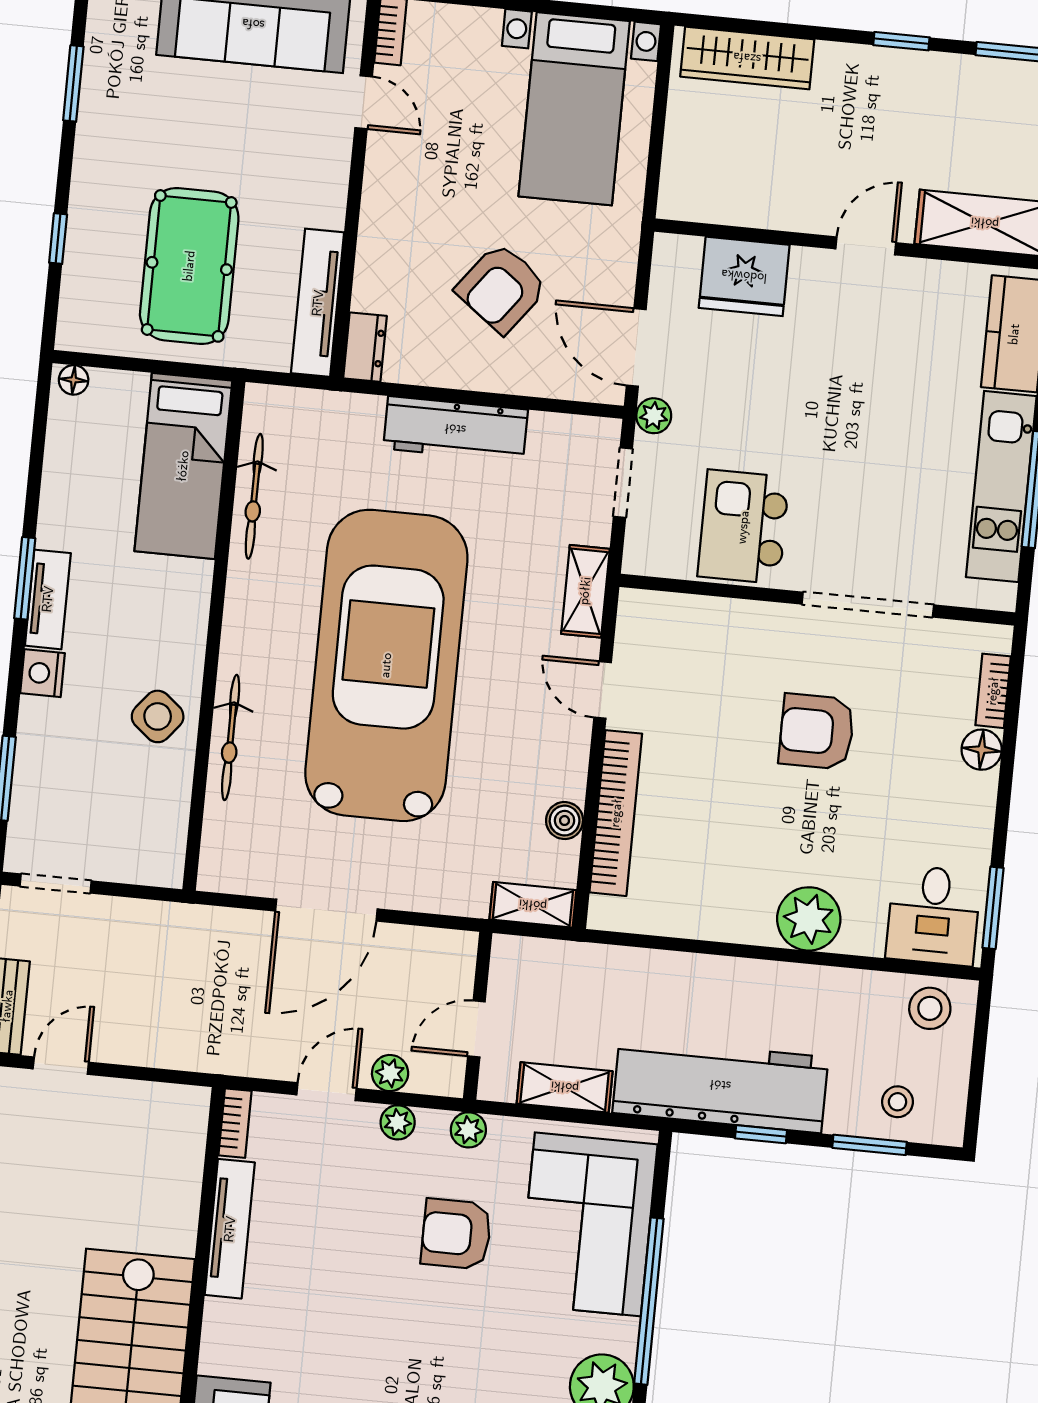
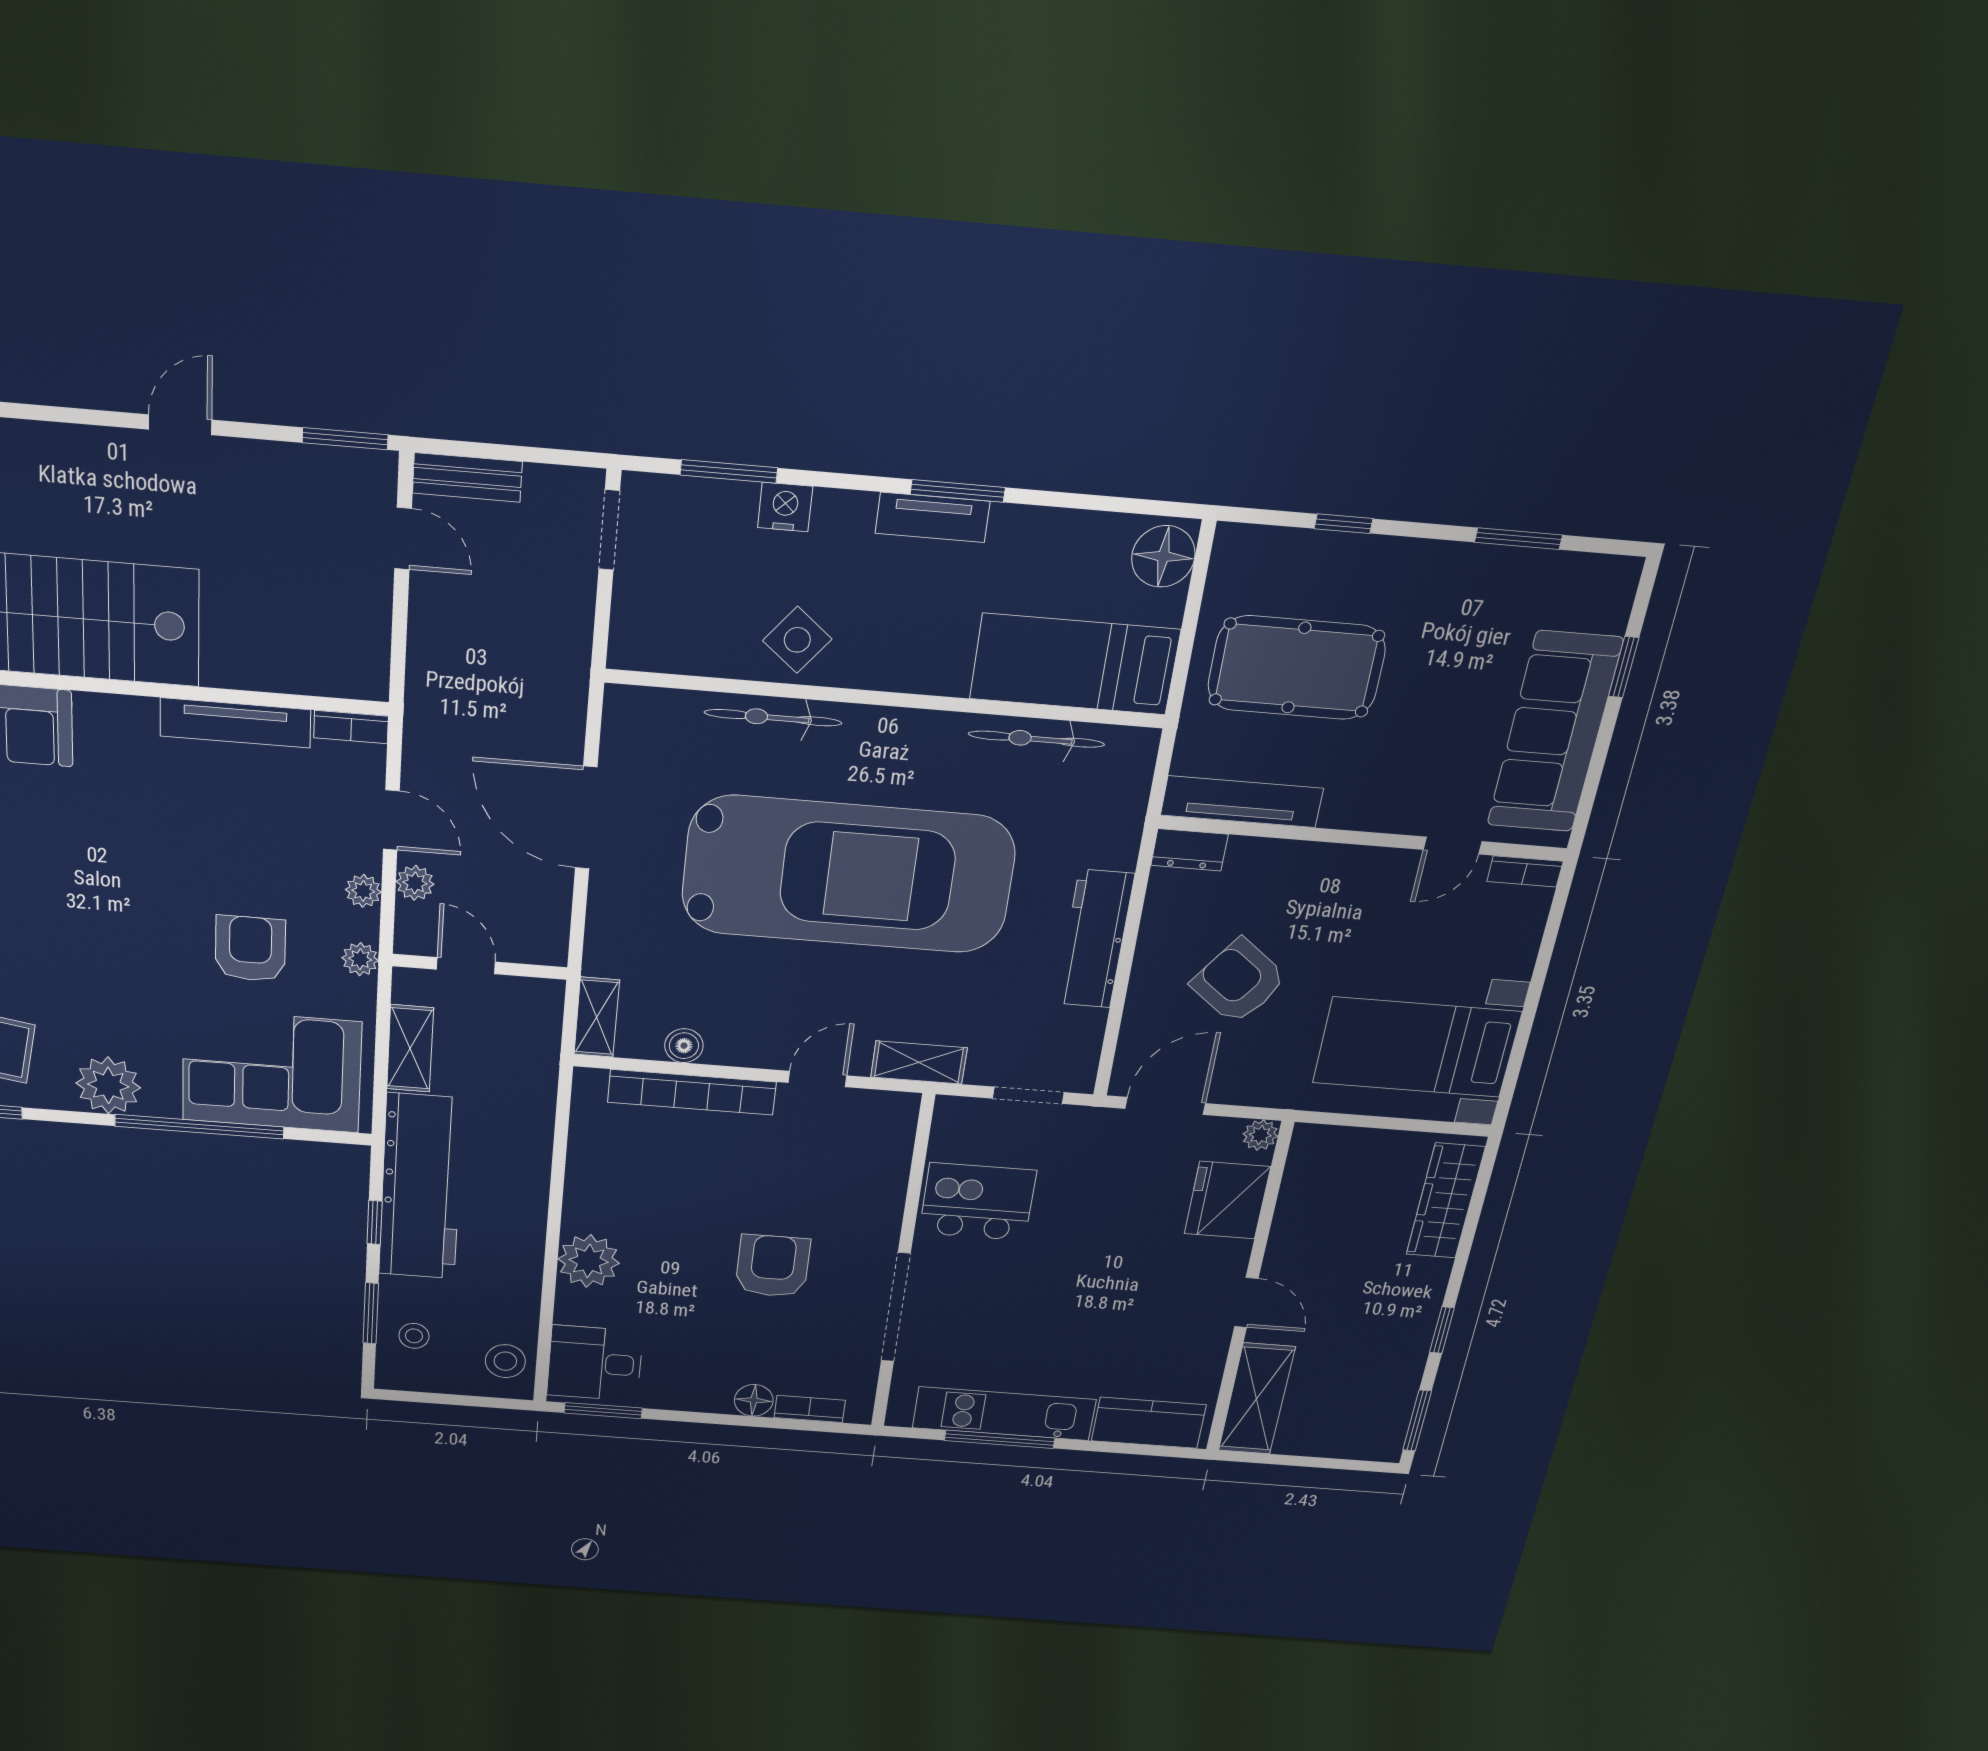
floor lamp: (74, 380) -> (1163, 556), width x1.89, depth x1.89
plant: (654, 416) -> (1260, 1135), moved
nightstand: (43, 673) -> (785, 507), moved

